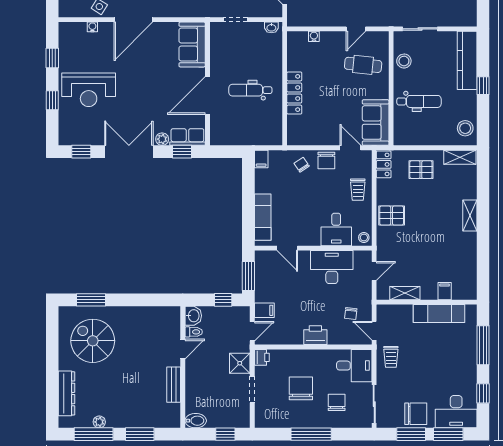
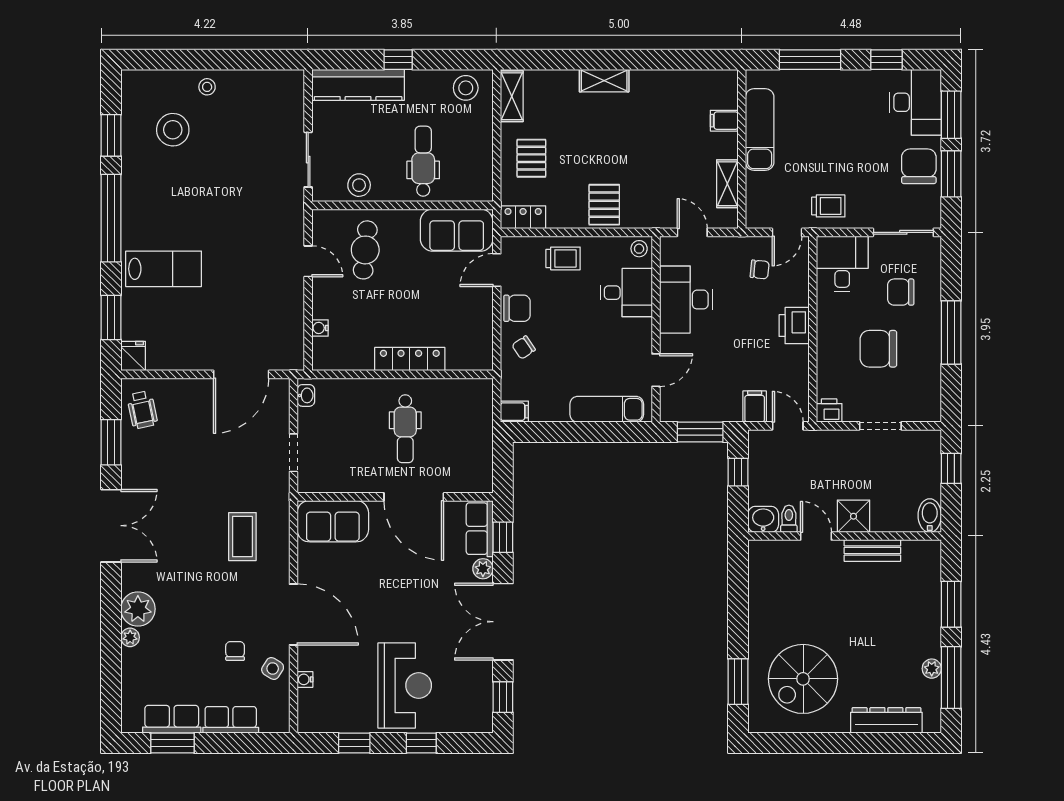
shower: (240, 363) -> (854, 516), moved

